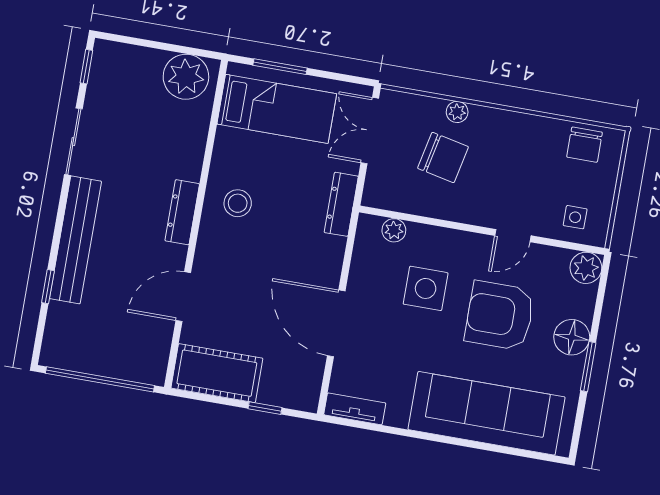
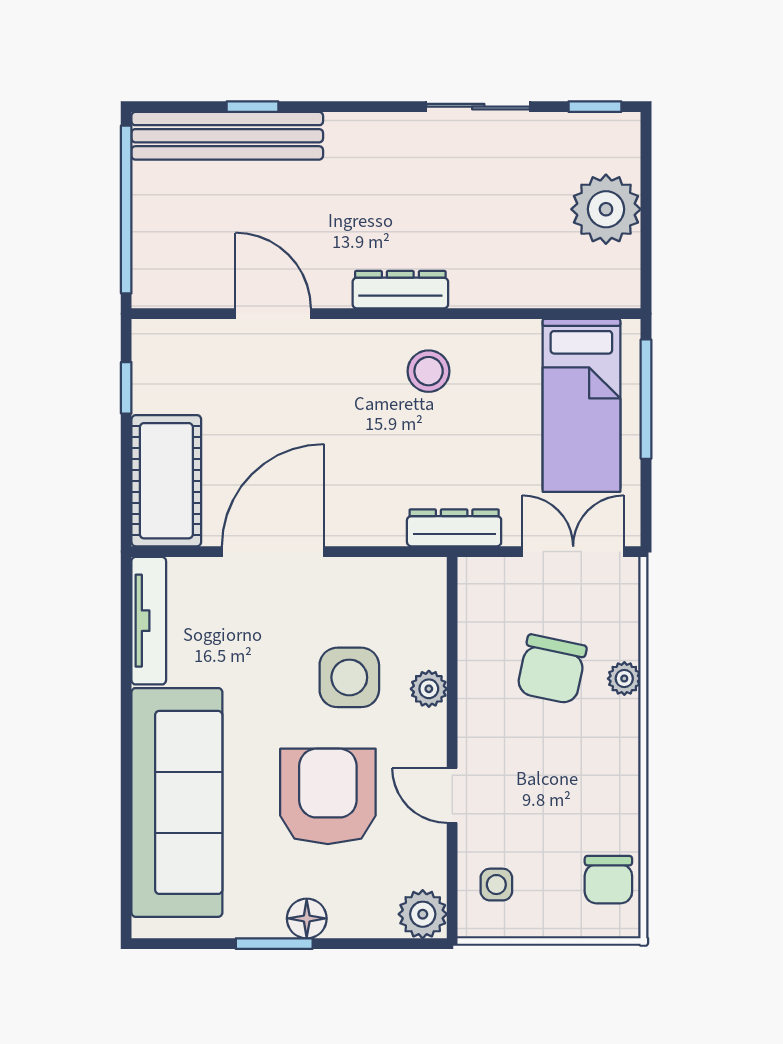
window: (280, 67) -> (646, 399), width x1.44
plant: (186, 77) -> (606, 209), moved
chair: (585, 145) -> (608, 880), turned -90
plant: (394, 230) -> (429, 689), moved
bench: (75, 240) -> (227, 136), moved
floor lamp: (572, 337) -> (307, 918), width x0.73, depth x0.73
cot: (217, 373) -> (166, 481), moved
window: (265, 408) -> (126, 388), moved
tv unit: (355, 409) -> (149, 621), width x1.41

